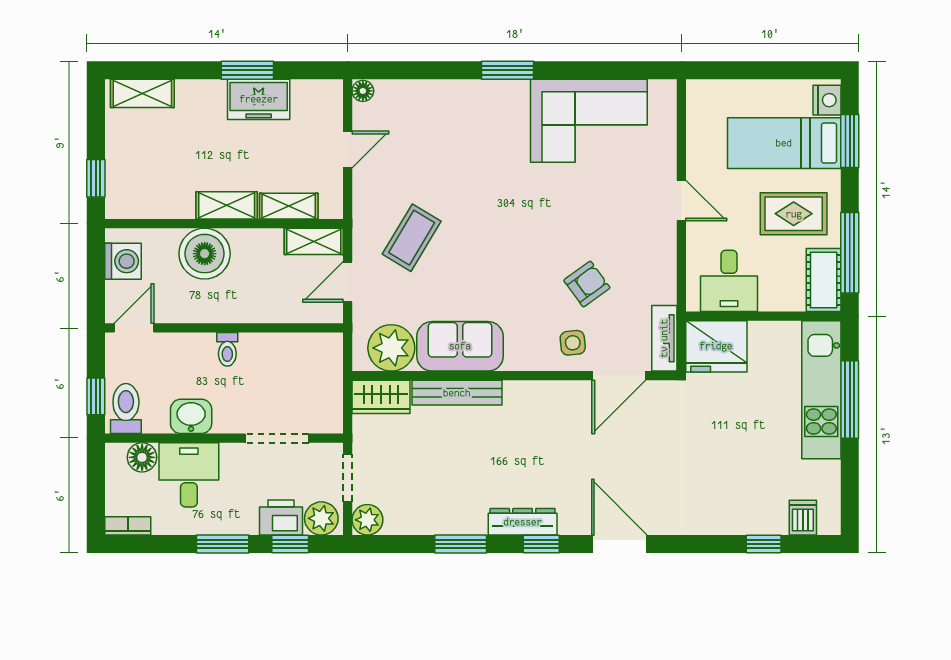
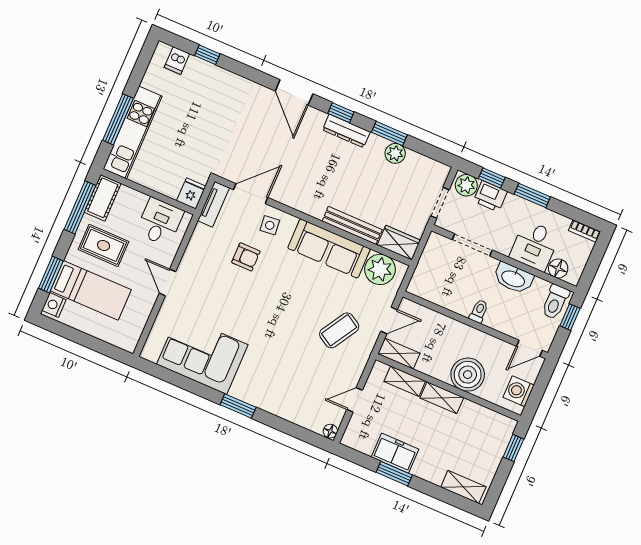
armchair: (587, 284) -> (246, 257), turned -144
sofa: (460, 346) -> (329, 248), width x1.36
fridge: (716, 346) -> (191, 193), width x0.53, depth x0.75
washbasin: (191, 416) -> (513, 278), width x1.38
plant: (367, 520) -> (395, 153), moved

